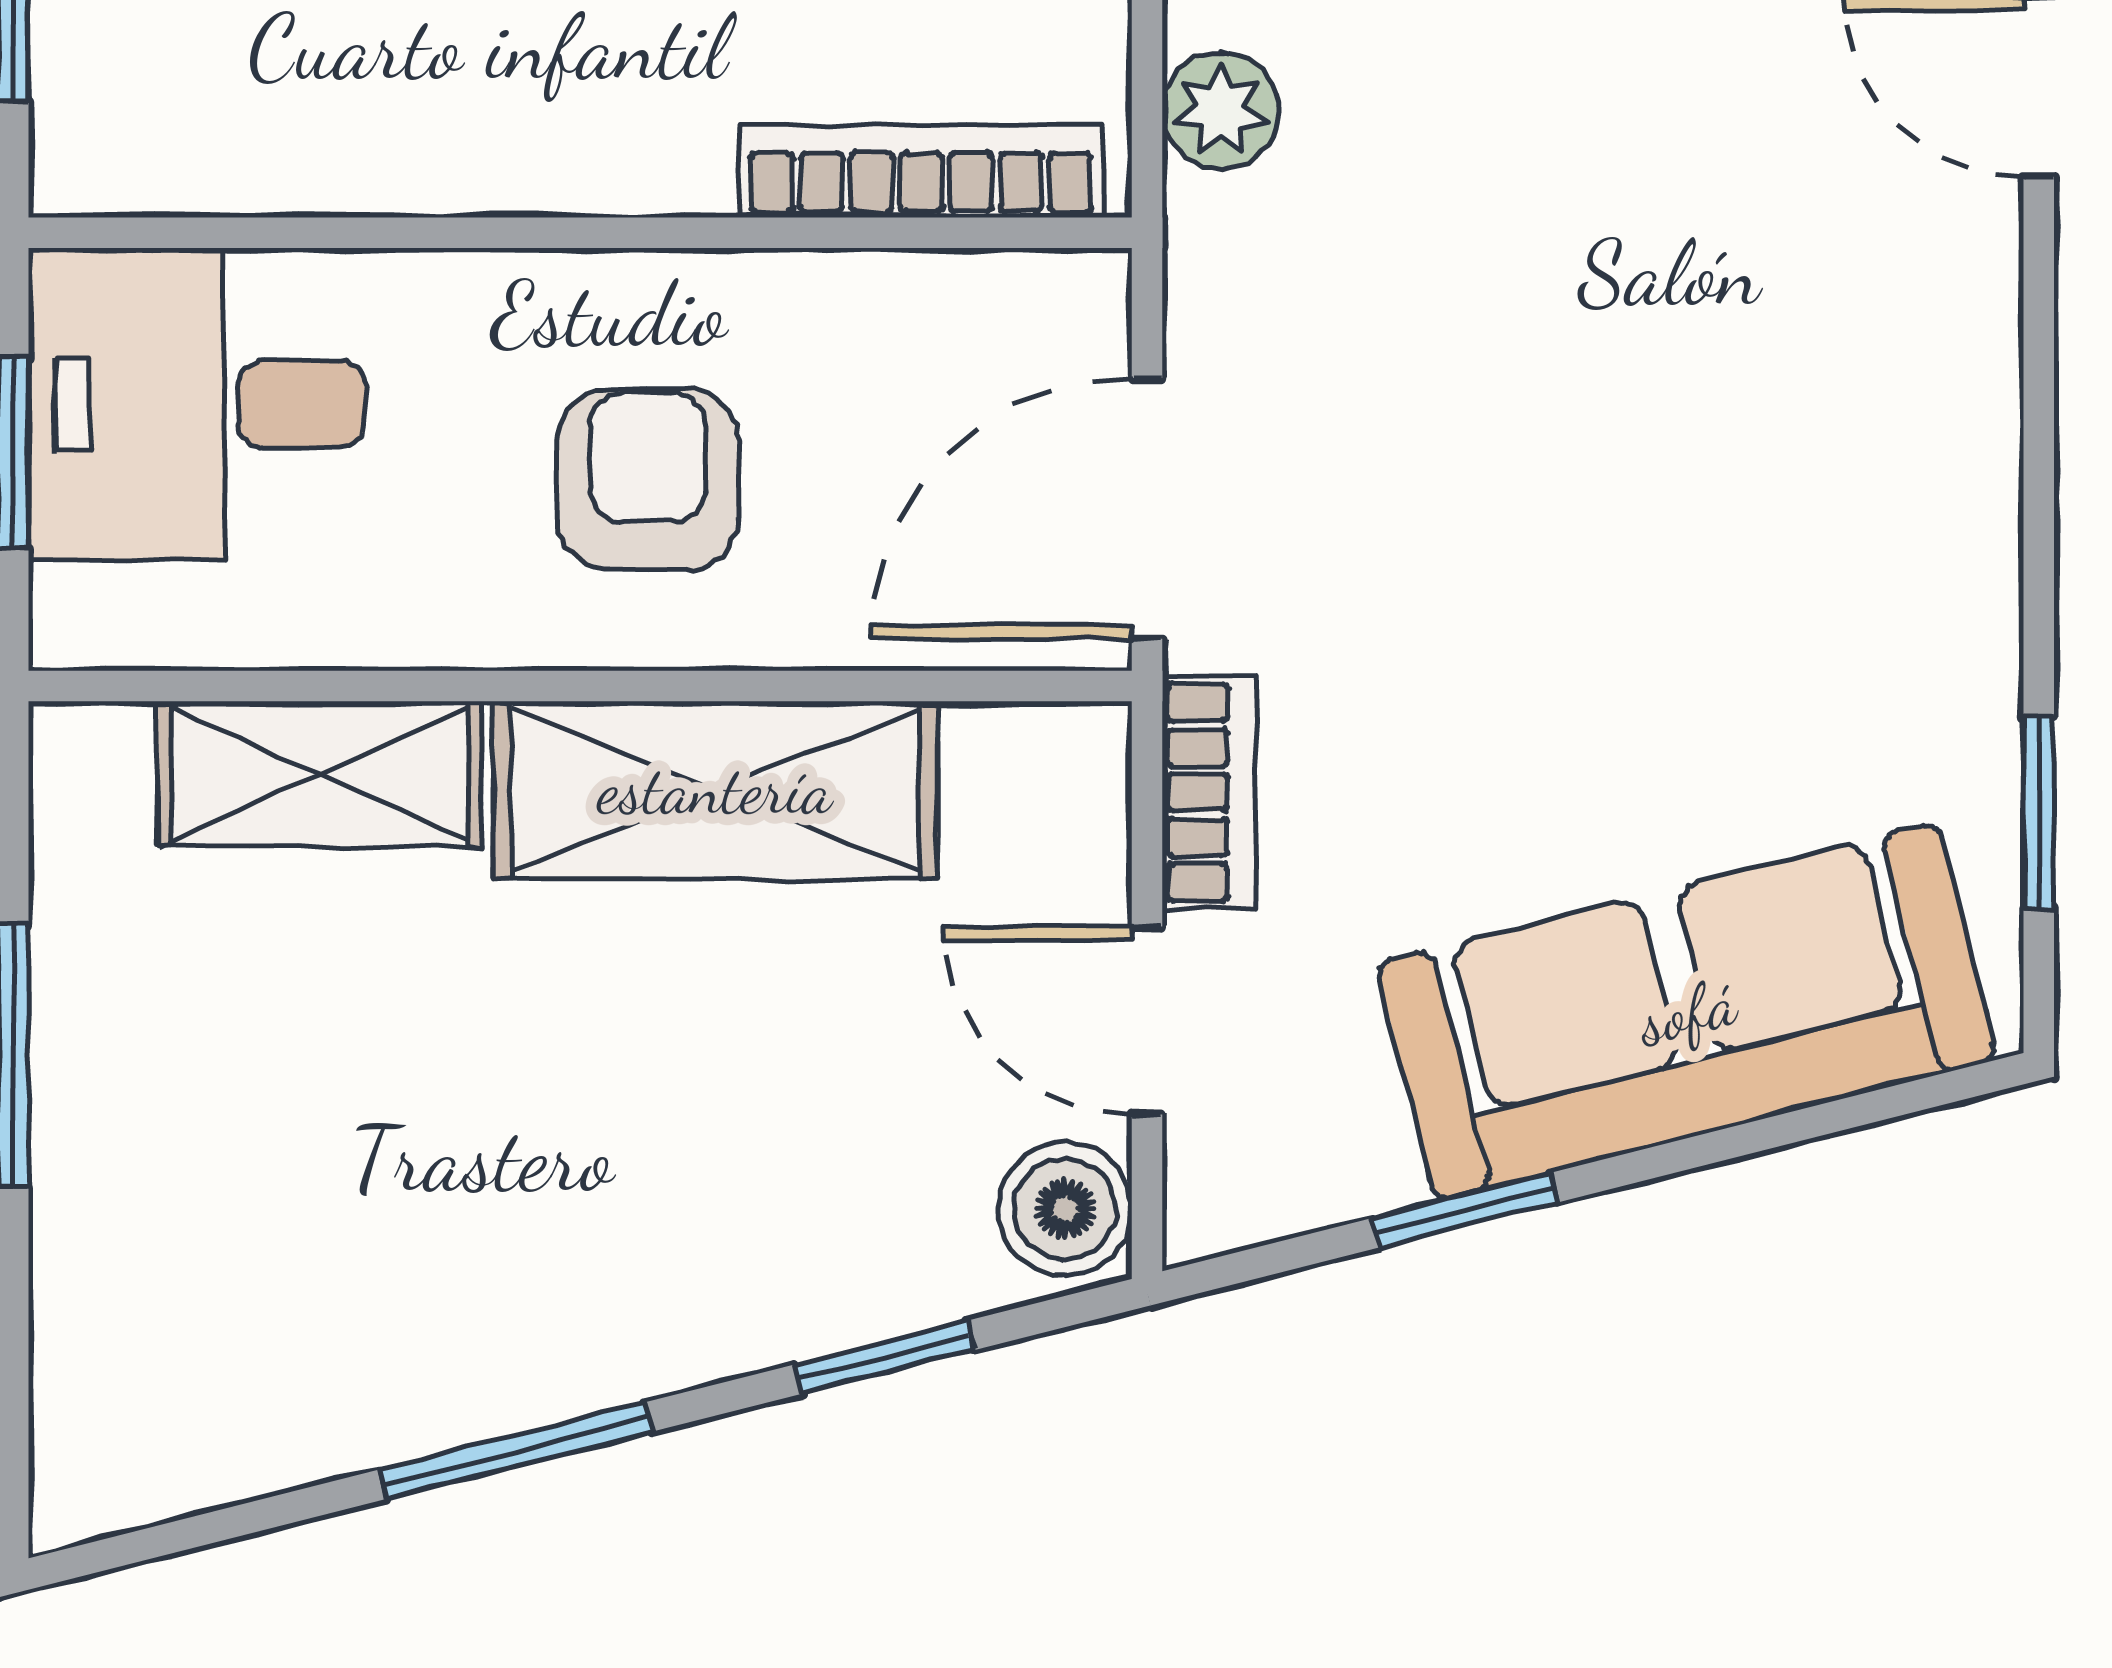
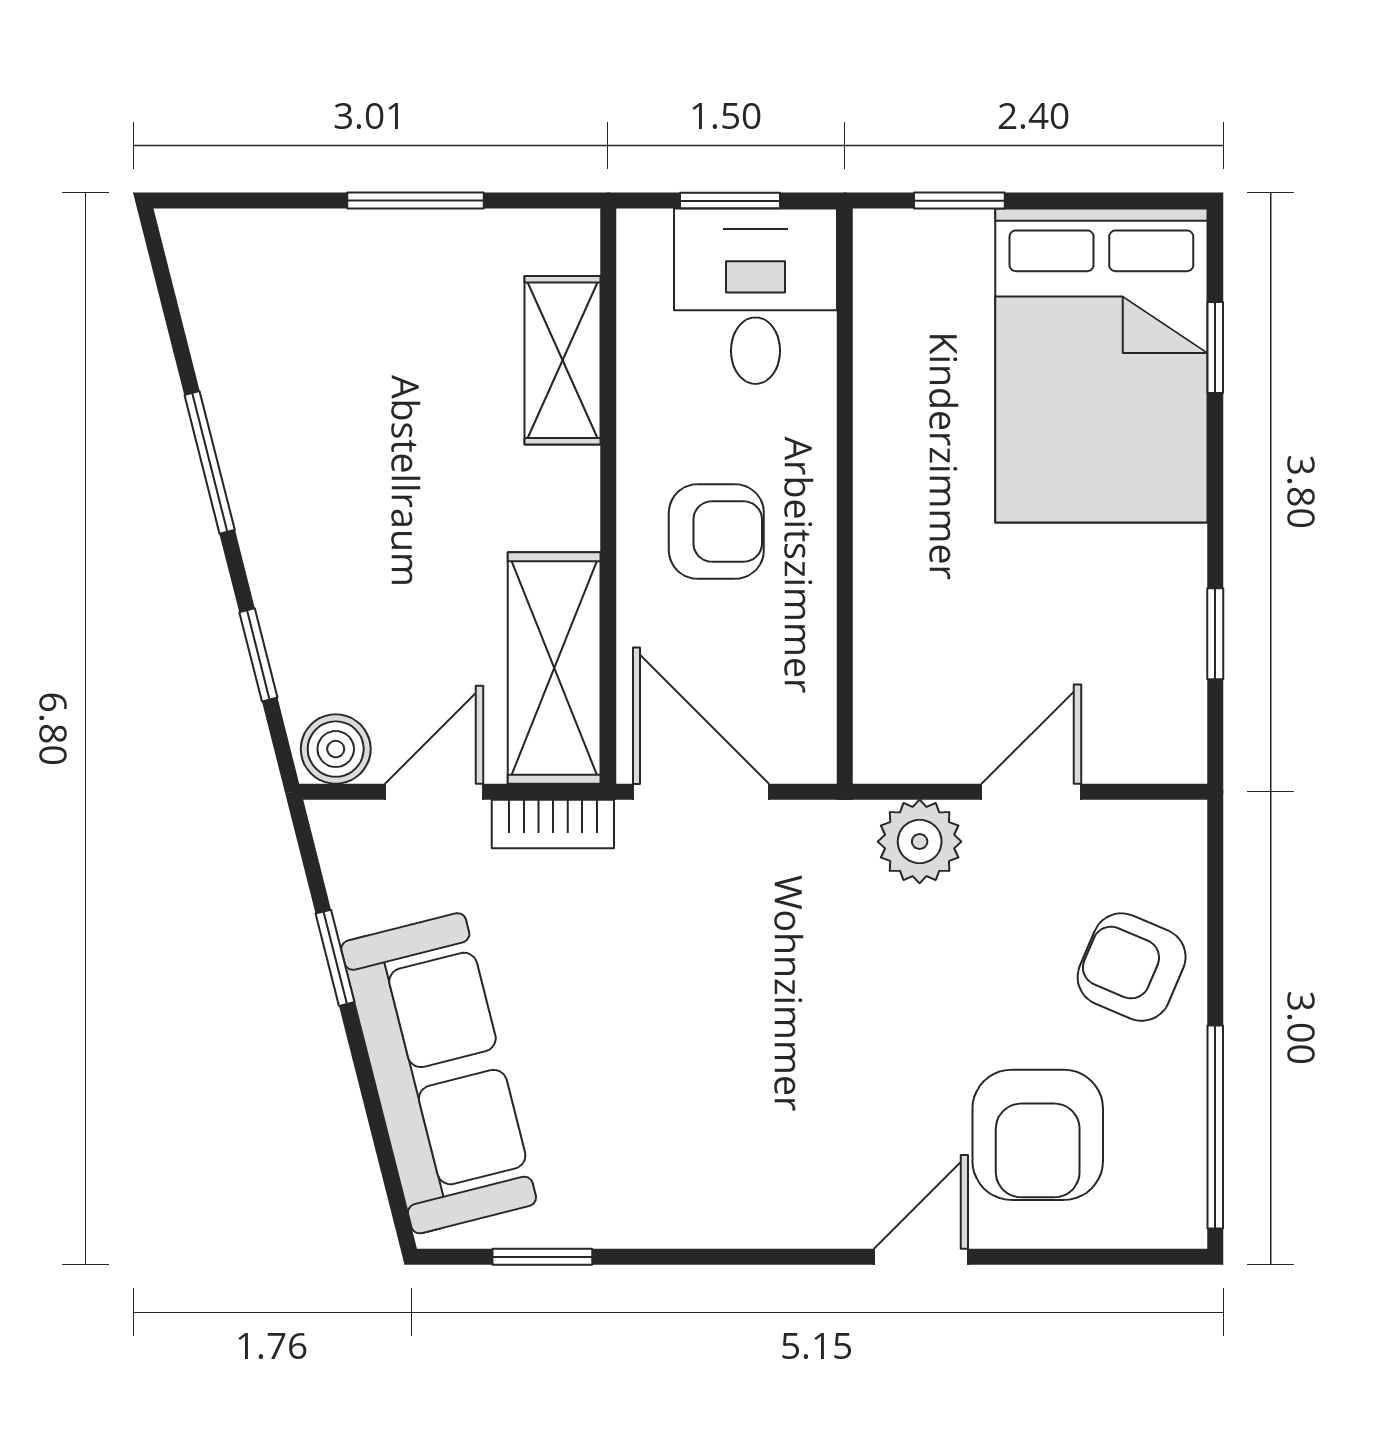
plant: (1220, 111) -> (920, 842), width x1.38, depth x1.38
bookcase: (921, 171) -> (877, 674), removed
shelving: (715, 790) -> (554, 668), moved

